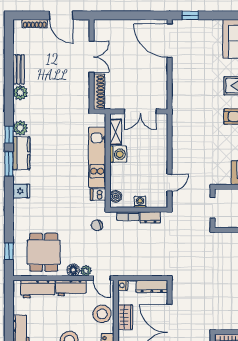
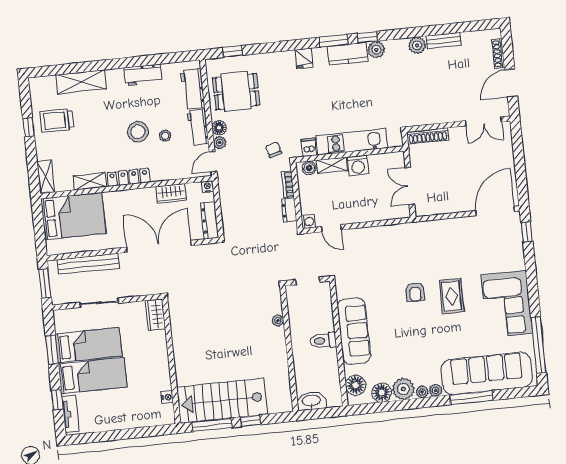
double door: (92, 57) -> (484, 121), moved
shelving: (116, 132) -> (332, 165), moved
washing machine: (140, 202) -> (308, 222), moved
stool: (102, 314) -> (165, 136), moved, width x0.53, depth x0.53

